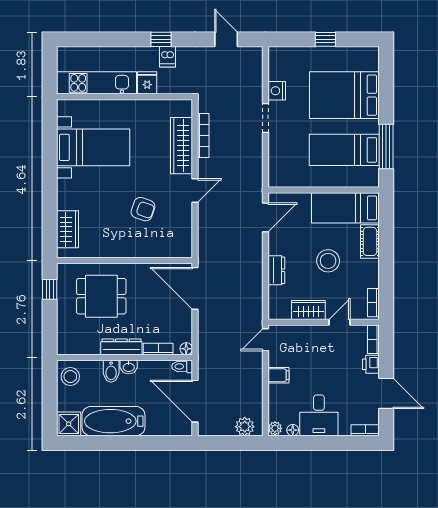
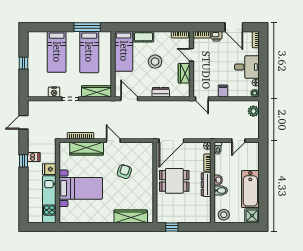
bed: (344, 95) -> (57, 52), width x0.67
bed with nightstands: (93, 147) -> (81, 188), moved, turned 90
wardrobe: (278, 162) -> (97, 91), added
wardrobe: (67, 229) -> (131, 216), width x1.50
dining table: (101, 296) -> (174, 181), moved, turned 90
door: (386, 393) -> (234, 27), swing flipped
door: (195, 401) -> (238, 141), width x0.53

